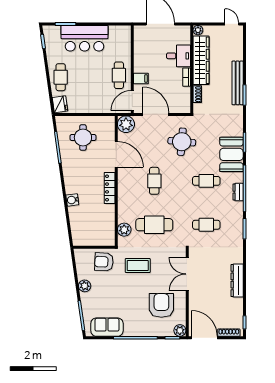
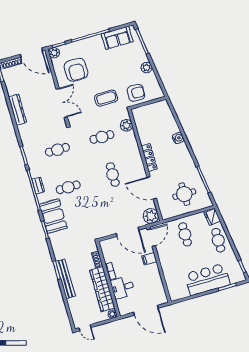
cafe table: (119, 75) -> (185, 234), moved
round table: (182, 142) -> (99, 215), removed
cafe table: (154, 225) -> (102, 137), width x0.73, depth x0.74

